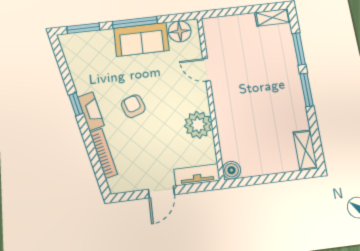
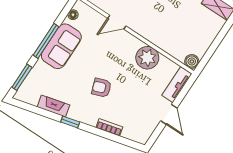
floor lamp: (180, 31) -> (73, 15), width x0.53, depth x0.53
fireplace: (91, 111) -> (53, 106), moved
bookcase: (104, 153) -> (109, 127), width x0.64

